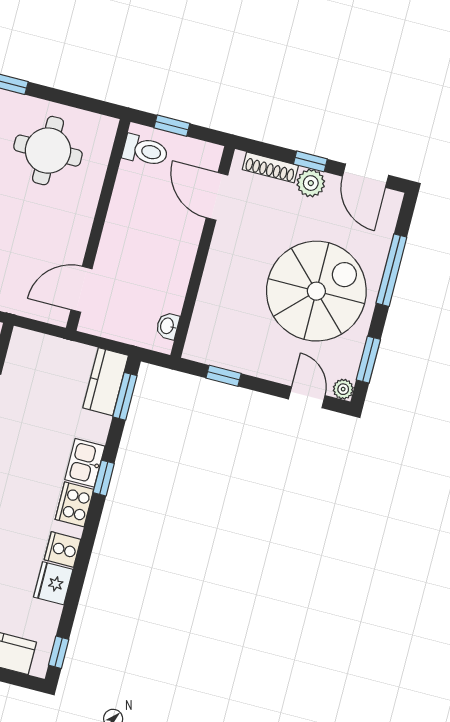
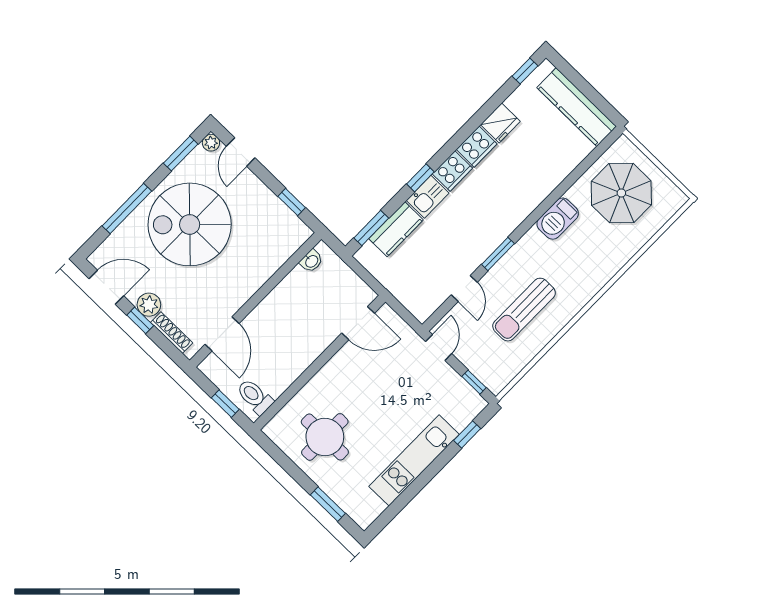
door: (366, 176) -> (106, 287), hinge flipped
kitchen counter: (106, 382) -> (396, 229), moved
cooker: (62, 549) -> (477, 147), width x1.36

